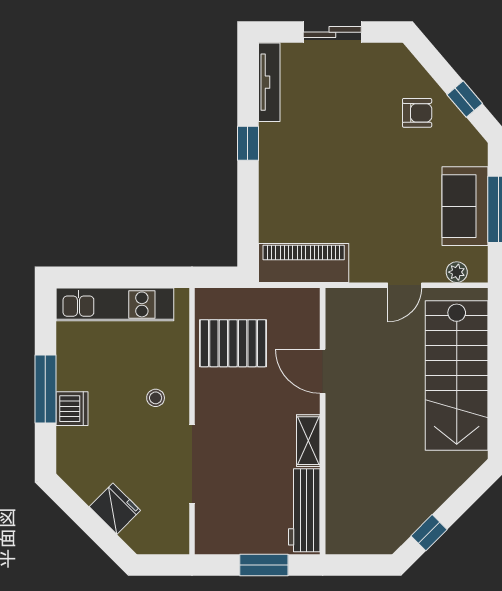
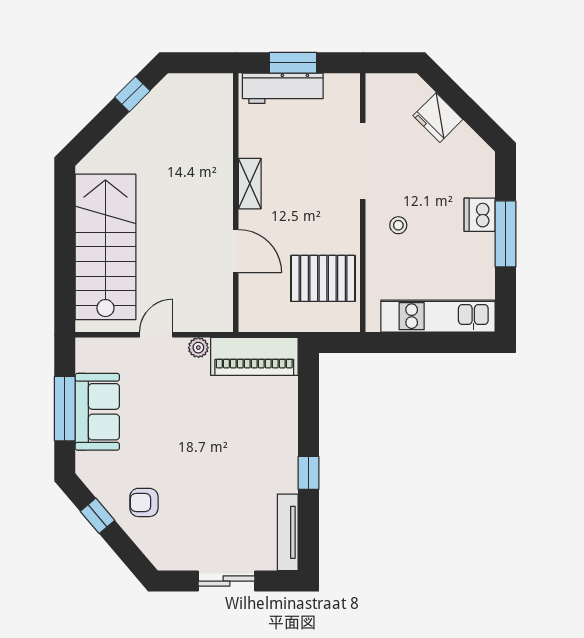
plant: (457, 272) -> (198, 348), moved
workbench: (304, 510) -> (283, 88), moved, turned 90

